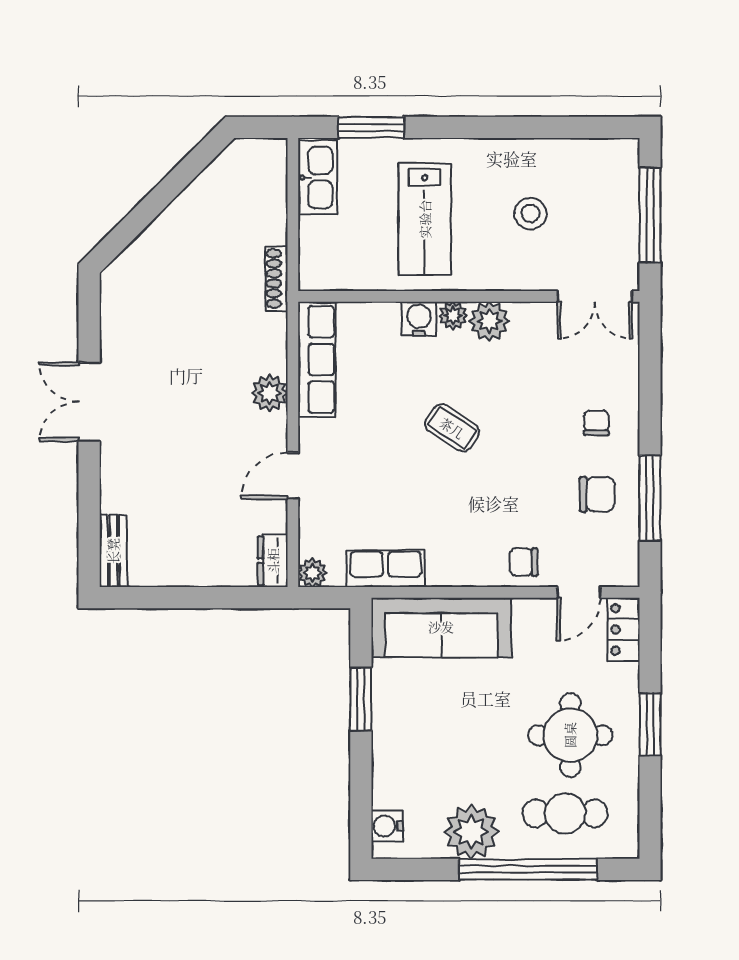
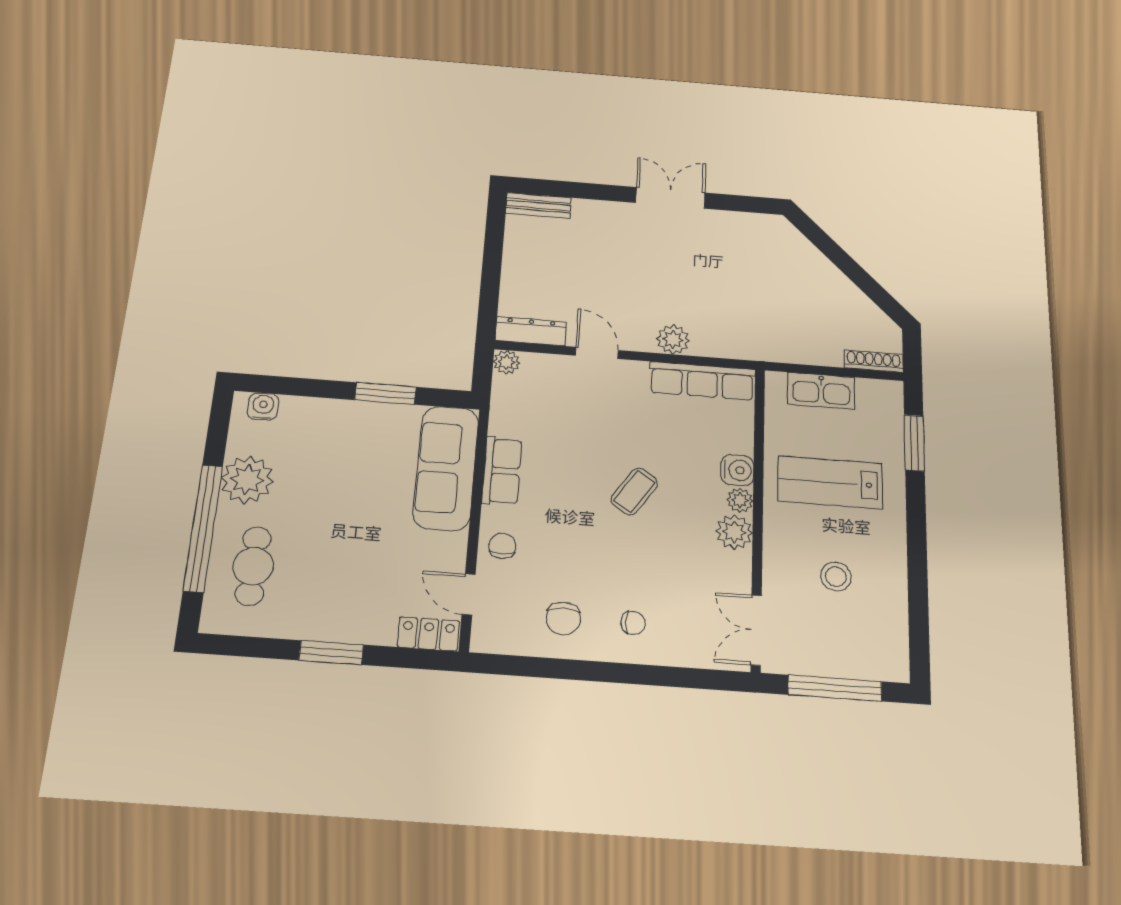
kitchen sink: (318, 178) -> (821, 391), moved
shoe rack: (277, 278) -> (874, 361), moved
window: (650, 498) -> (556, 668), removed
dresser: (273, 561) -> (531, 331), width x1.44
row of seats: (386, 569) -> (502, 471), moved
round table: (570, 735) -> (329, 577), removed

